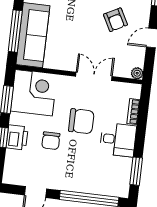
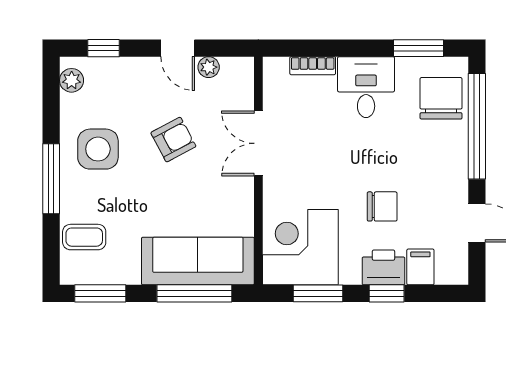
armchair: (115, 20) -> (173, 140), moved
plant: (137, 73) -> (209, 67), moved
chair: (81, 121) -> (441, 98), moved
filing cabinet: (15, 158) -> (420, 267), added

